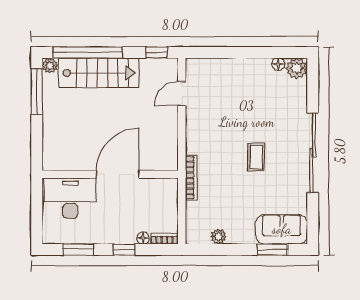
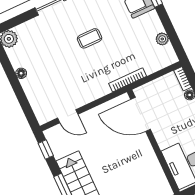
floor lamp: (278, 64) -> (21, 73), moved
door: (118, 174) -> (140, 114), moved

